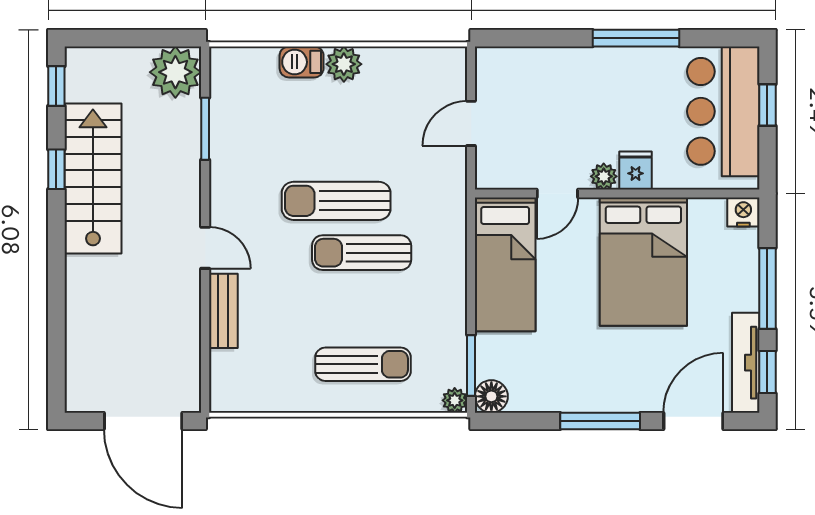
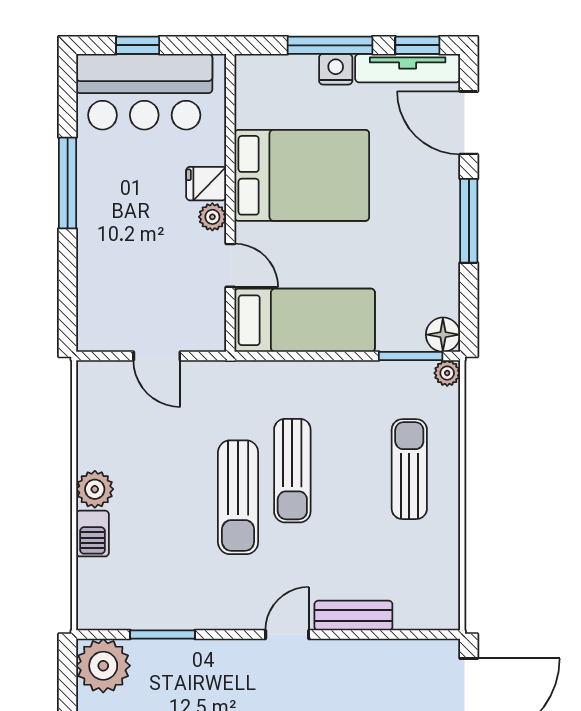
nightstand: (743, 212) -> (336, 69), moved, turned 90

